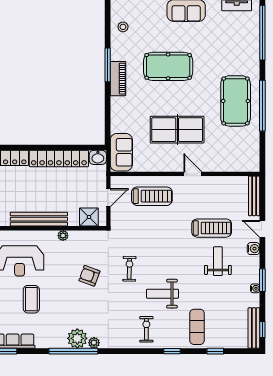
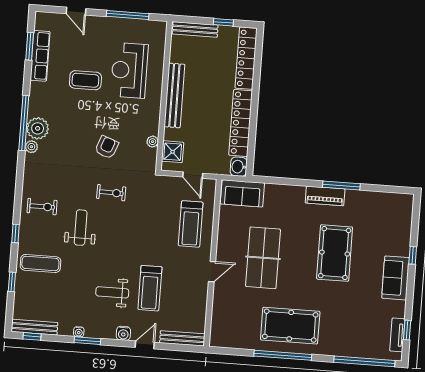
stool: (123, 27) -> (383, 206), removed
plant: (63, 236) -> (153, 142), moved
weight bench: (218, 261) -> (112, 292), turned 180

